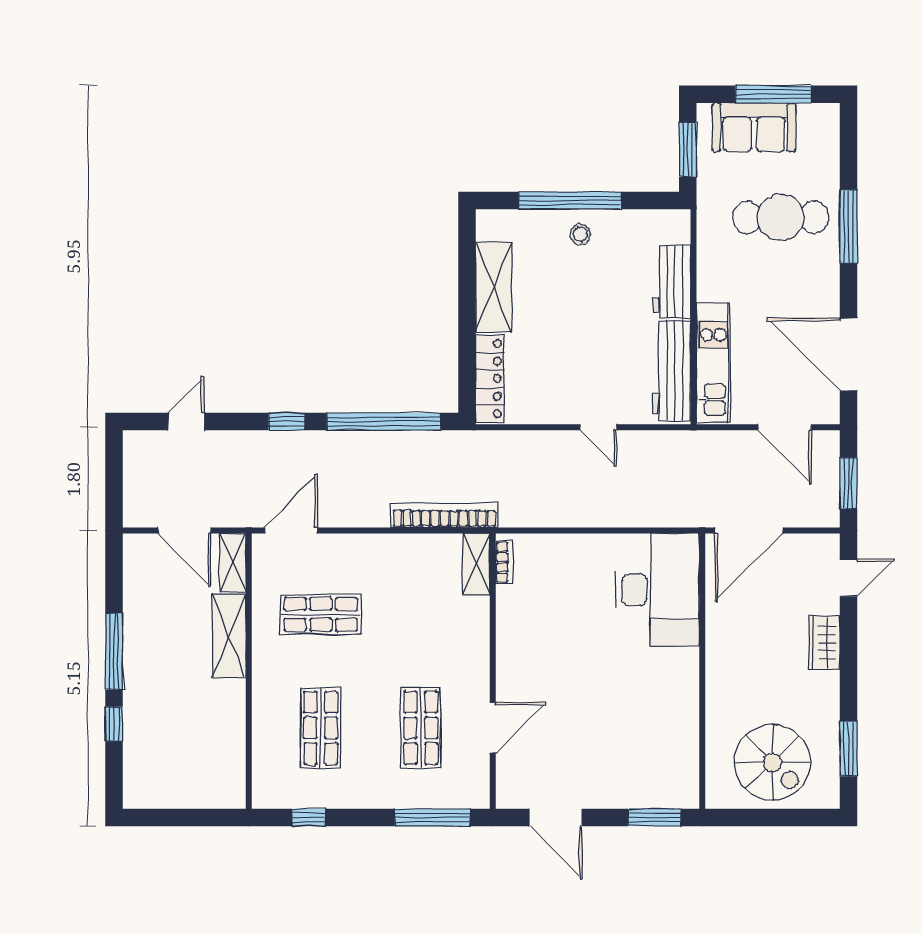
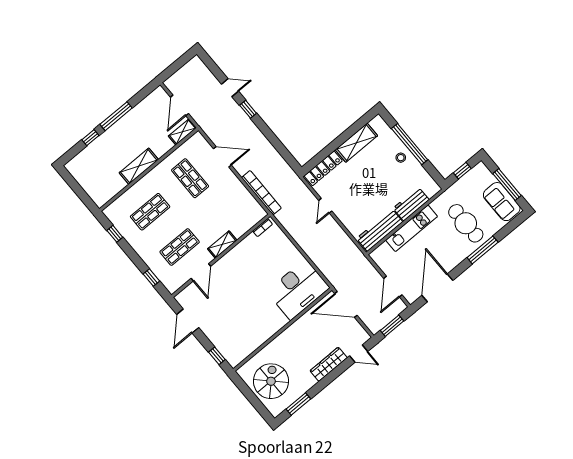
sofa: (754, 127) -> (502, 202), moved
window: (688, 150) -> (462, 171), width x0.67
kitchen unit: (713, 362) -> (412, 228), moved
door: (186, 421) -> (230, 88), moved
window: (384, 421) -> (277, 144), removed
door: (598, 427) -> (325, 206), moved
door: (291, 531) -> (222, 157), moved
shelving: (476, 564) -> (222, 245), moved
shelving: (229, 636) -> (139, 166), moved
wardrobe: (824, 643) -> (329, 364), width x1.50
door: (493, 728) -> (201, 272), hinge flipped
spiral stairs: (772, 762) -> (271, 381), turned 180
window: (432, 817) -> (151, 278), width x0.46
window: (654, 817) -> (217, 356), width x0.67

